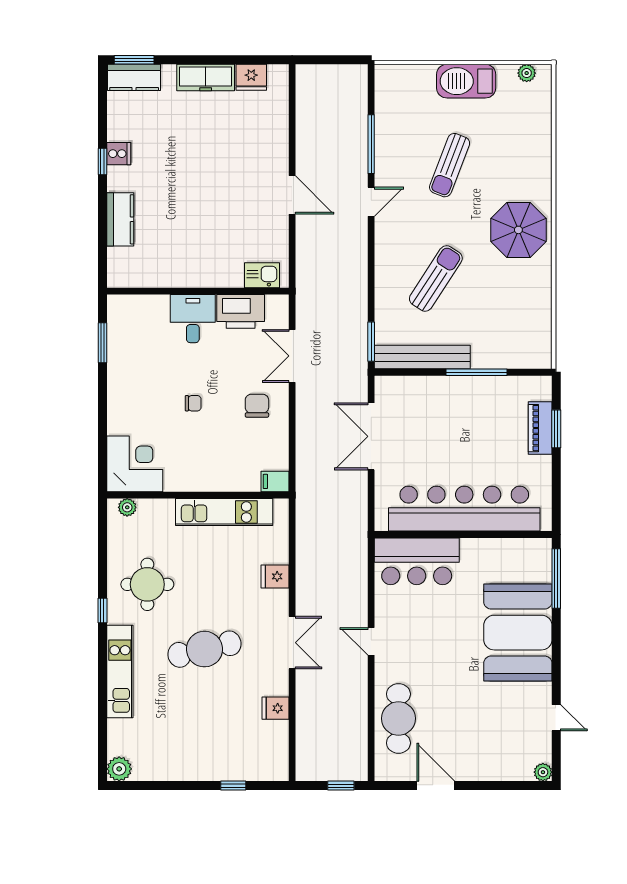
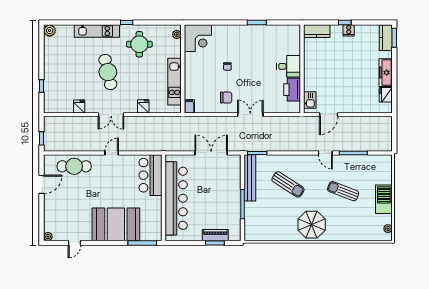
kitchen sink: (262, 275) -> (310, 100), moved
wall: (198, 291) -> (302, 69), moved
printer: (241, 311) -> (292, 90), moved
desk: (193, 319) -> (289, 66), moved

